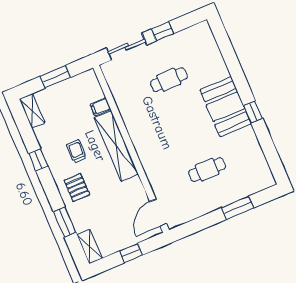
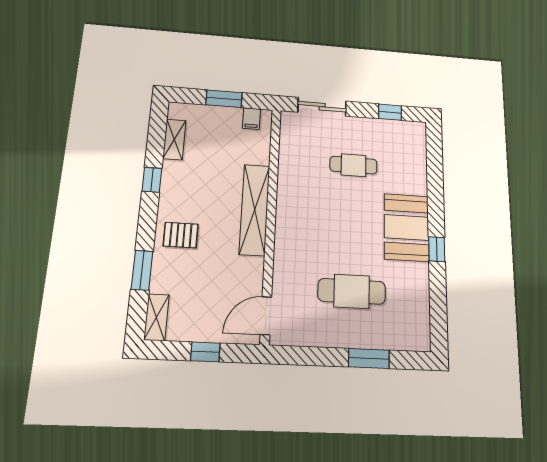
window: (162, 31) -> (390, 112), moved
filing cabinet: (100, 107) -> (251, 119), moved, turned -90
shelving: (32, 111) -> (174, 139), moved
trolley: (76, 151) -> (203, 192), removed
cafe table: (207, 170) -> (352, 291), width x1.37, depth x1.35
pallet: (77, 187) -> (181, 235), turned 90

